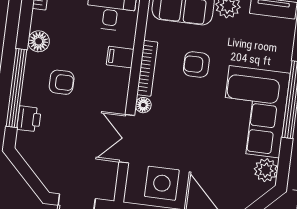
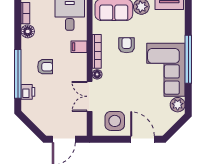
floor lamp: (39, 41) -> (28, 31), moved
armchair: (196, 64) -> (127, 45), turned 90

